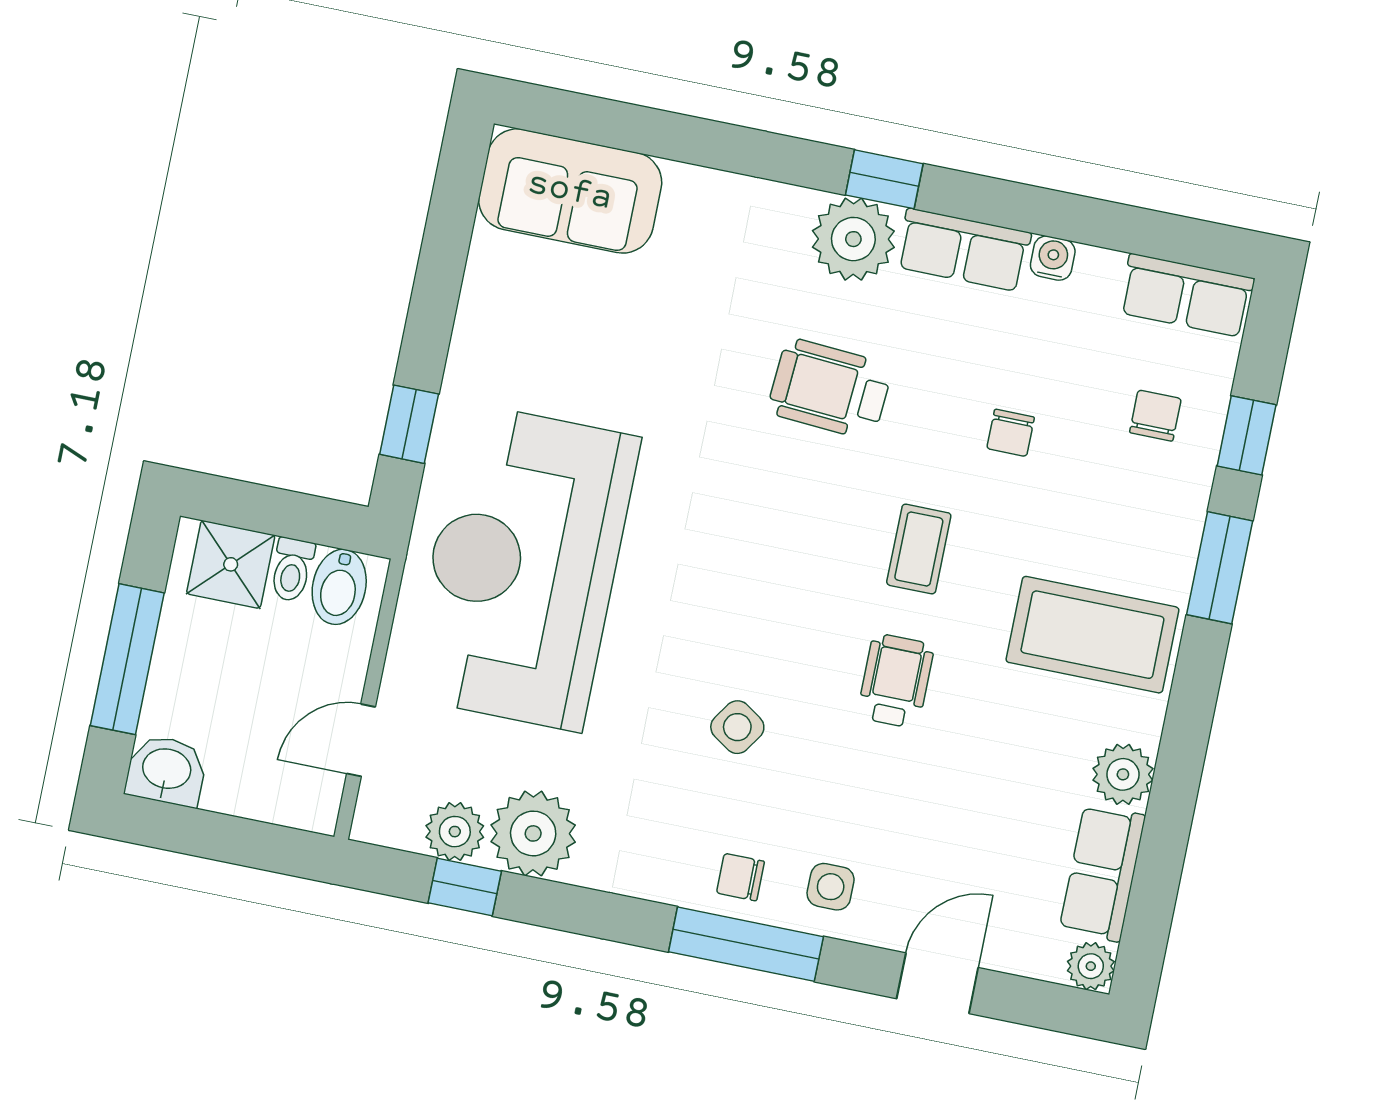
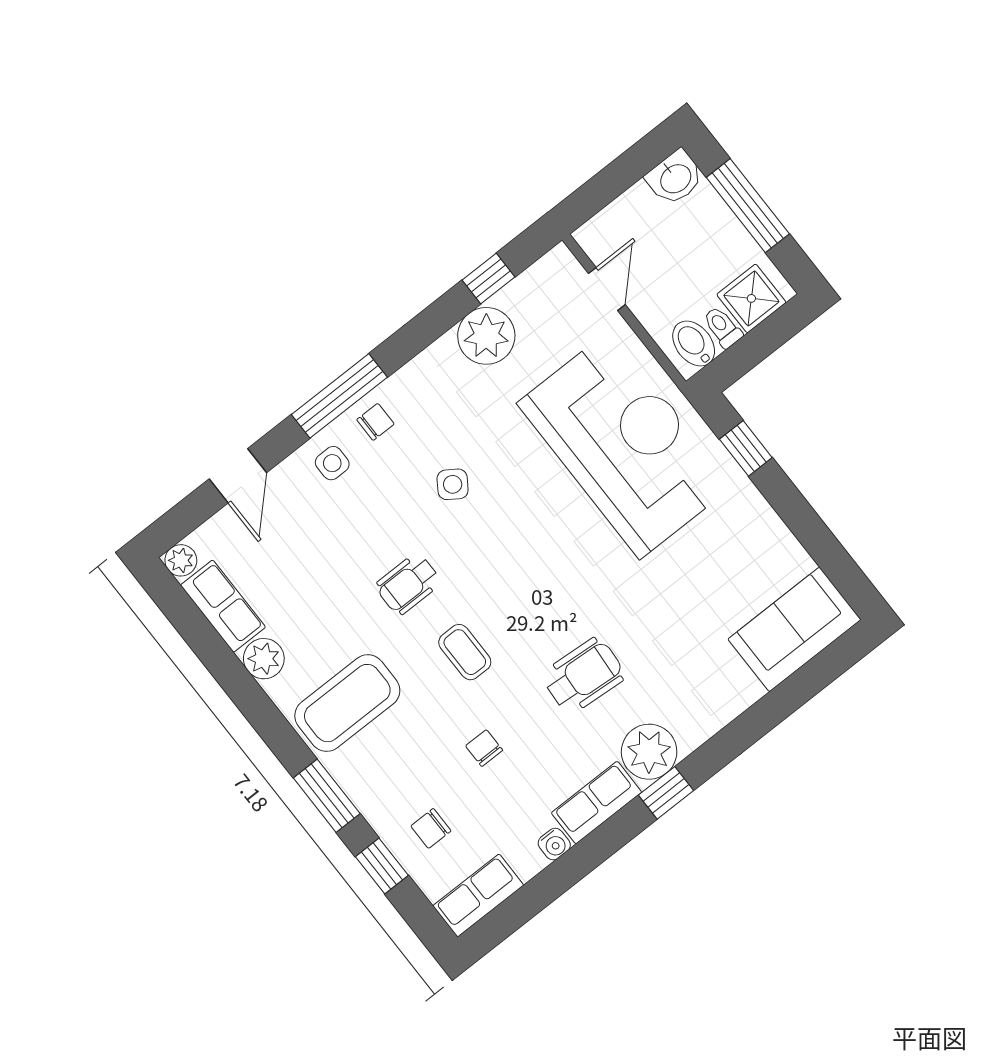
chair: (1155, 416) -> (431, 828), turned 90
wheelchair: (896, 681) -> (408, 584), turned 90
plant: (455, 832) -> (521, 297), removed

